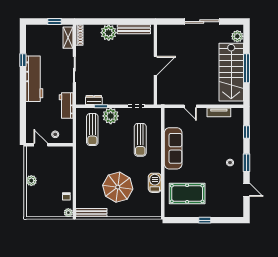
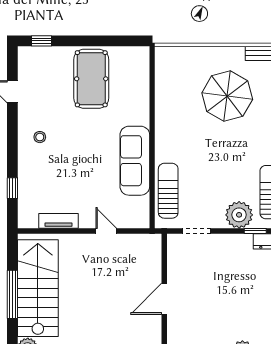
sun lounger: (140, 140) -> (168, 191), moved
window: (246, 163) -> (12, 137), removed
barbecue: (155, 183) -> (165, 103), removed
pool table: (187, 194) -> (91, 79), moved, turned 90
window: (205, 220) -> (42, 41), moved

